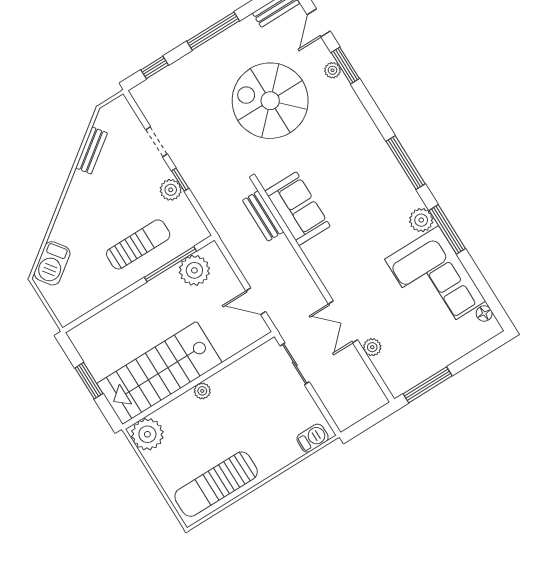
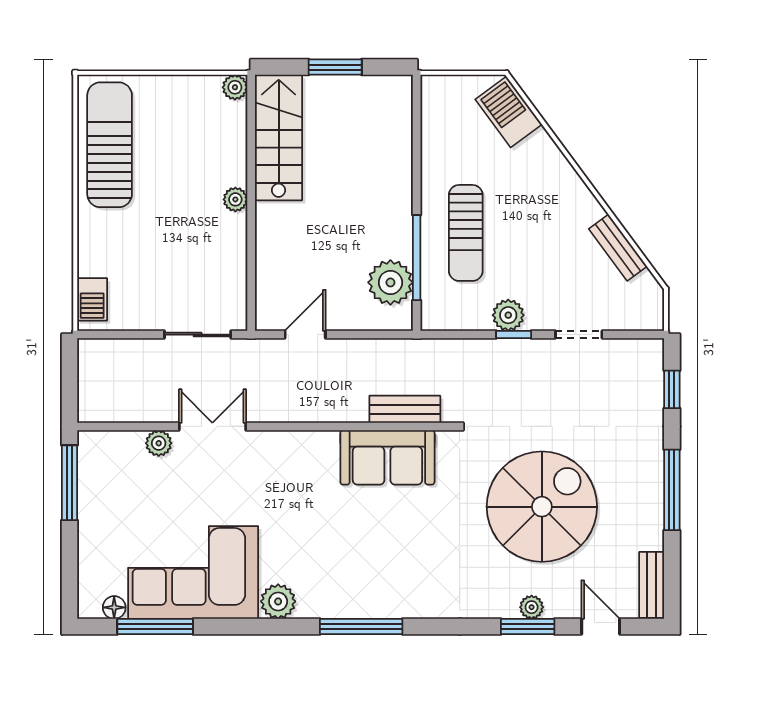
window: (447, 229) -> (155, 627), moved
stairs: (159, 373) -> (279, 137), width x0.73, depth x0.66
plant: (147, 434) -> (235, 87), width x0.53, depth x0.53

